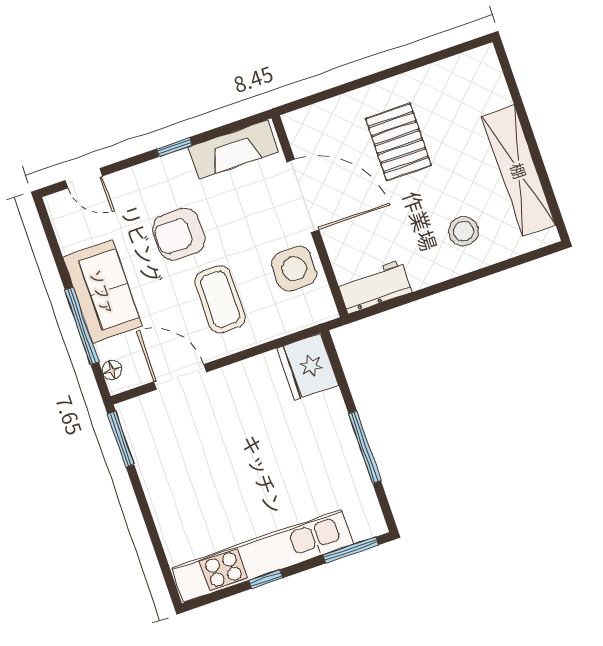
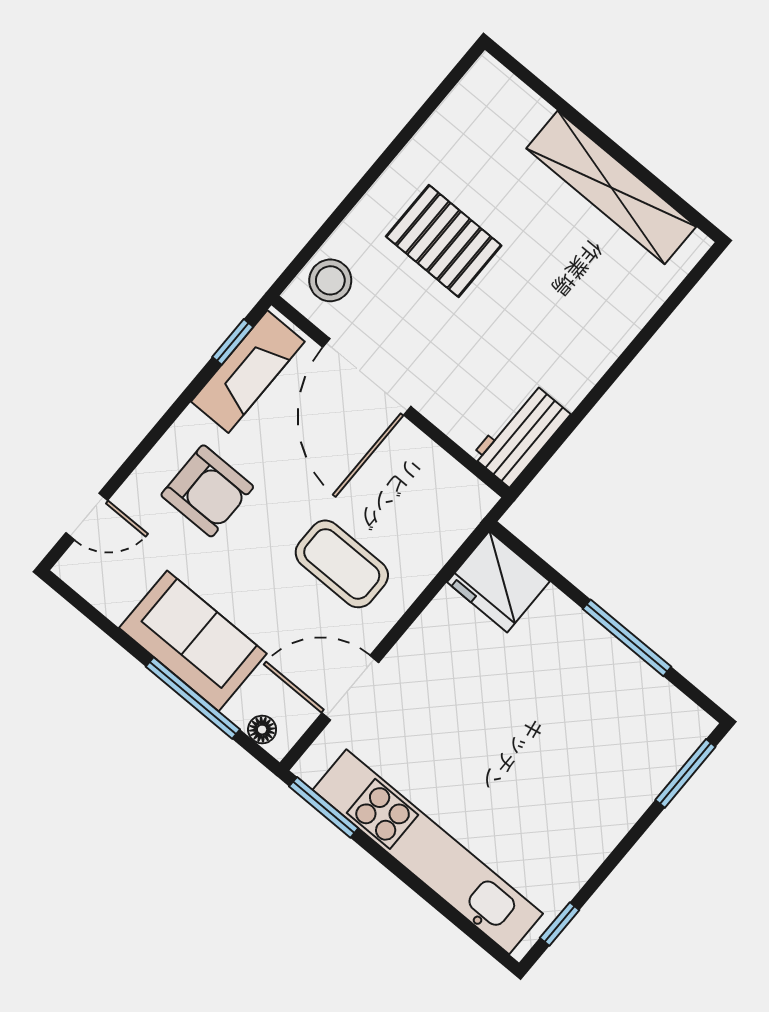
window: (174, 147) -> (233, 342), moved
door: (303, 196) -> (367, 377), swing flipped
stool: (464, 231) -> (330, 280), moved
armchair: (179, 234) -> (207, 491), moved, turned -90
side table: (294, 269) -> (410, 472), removed
kitchen unit: (263, 556) -> (428, 852), moved, turned 90
window: (266, 579) -> (560, 924), moved

